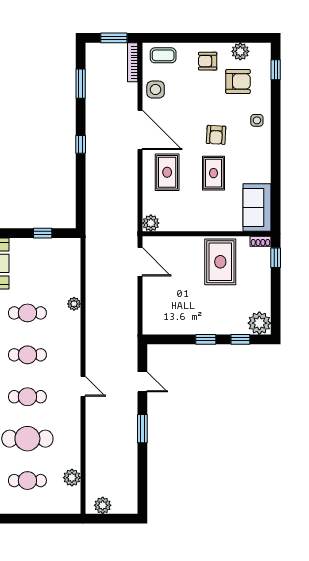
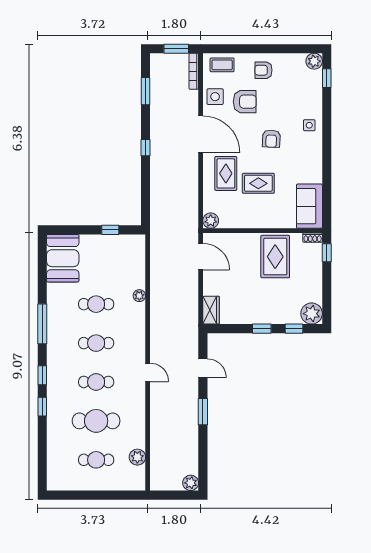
plant: (240, 51) -> (314, 61), moved
armchair: (238, 81) -> (245, 102), moved
rug: (214, 173) -> (258, 183), moved, turned 90
wardrobe: (151, 319) -> (211, 310), added
plant: (103, 505) -> (191, 483), moved

